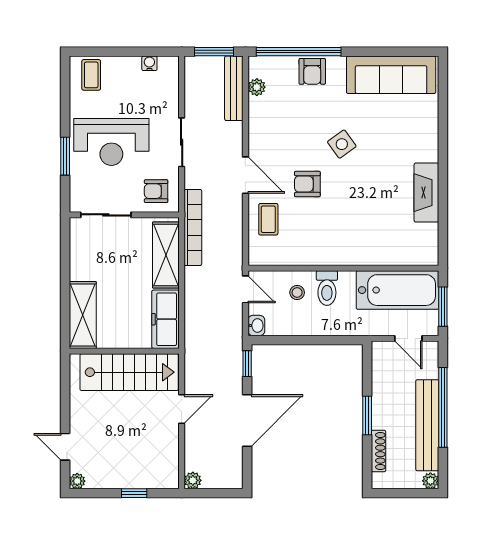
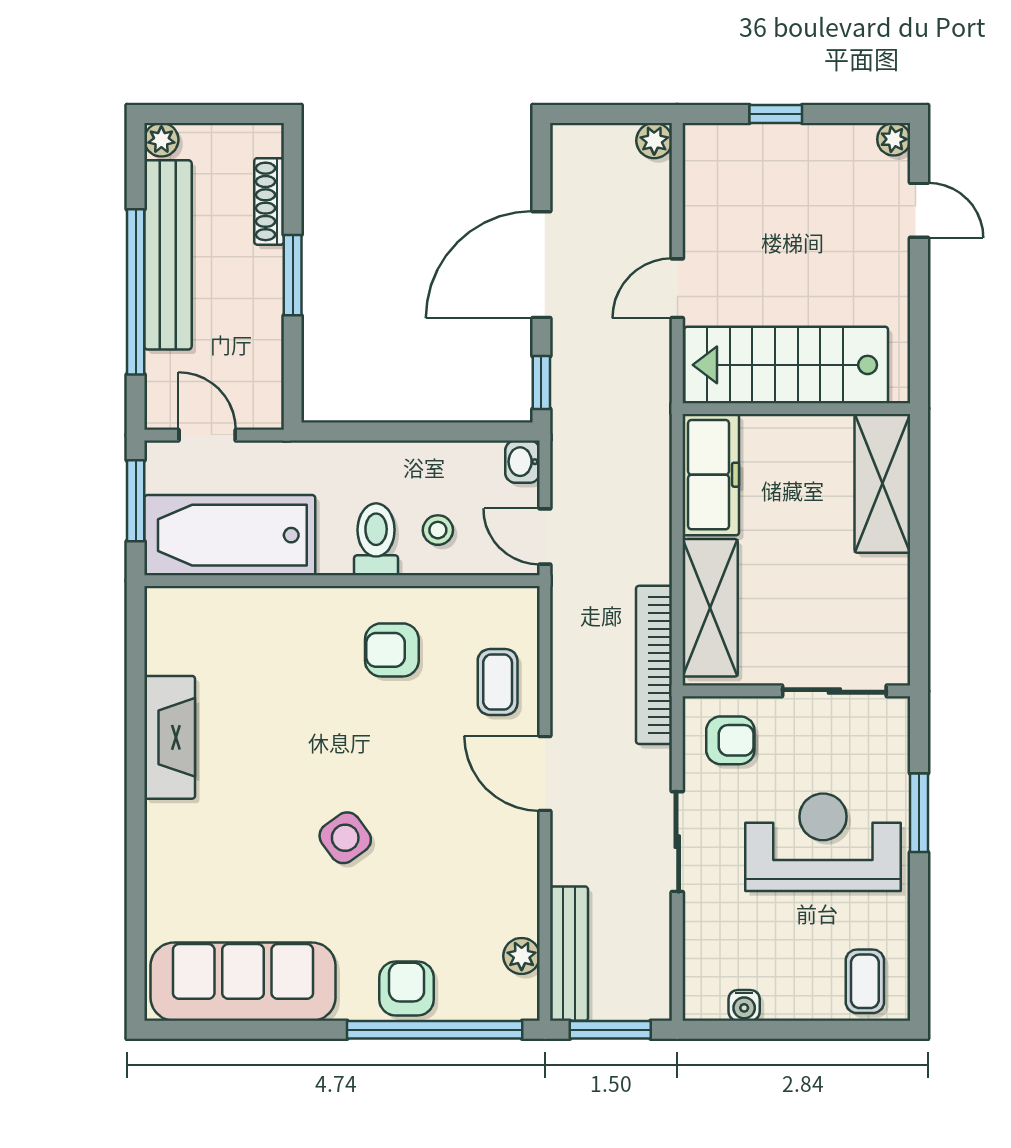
armchair: (307, 184) -> (392, 650), moved, turned 180

